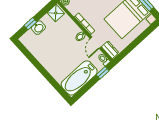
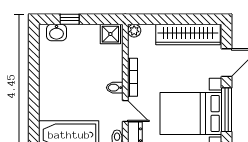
washbasin: (38, 28) -> (57, 33), moved
door: (96, 43) -> (125, 111), swing flipped

